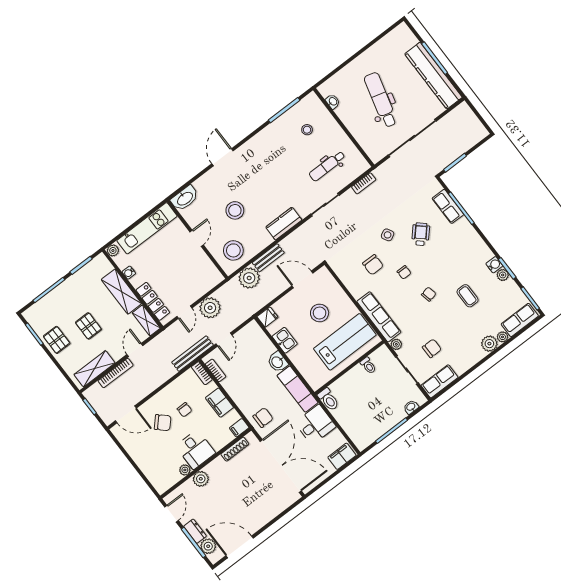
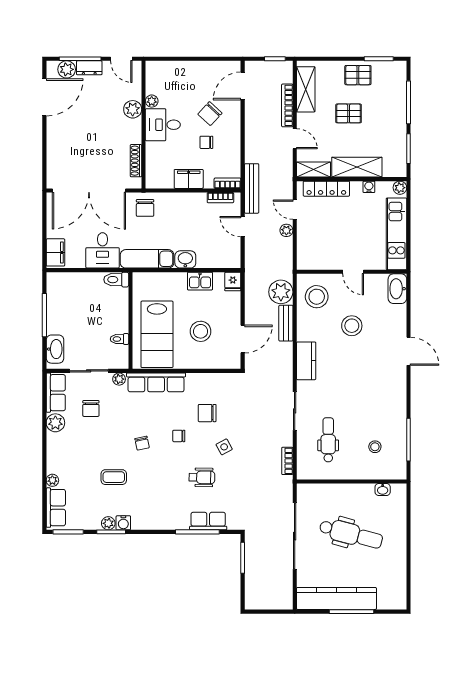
wheelchair: (421, 234) -> (202, 477), turned -41
plant: (210, 308) -> (286, 230), width x0.53, depth x0.53
plant: (489, 344) -> (55, 423), moved
washbasin: (411, 407) -> (55, 349), width x1.91, depth x1.45
filing cabinet: (239, 428) -> (152, 179), removed

